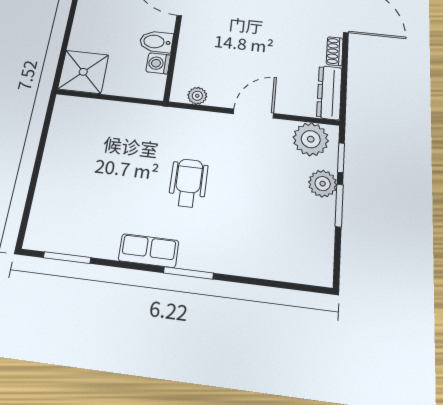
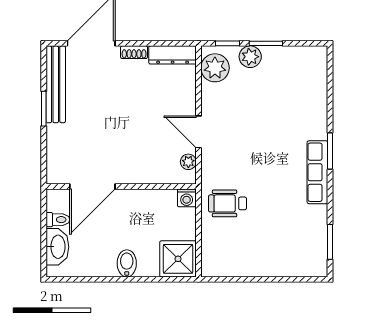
bidet: (156, 42) -> (127, 263), moved, turned 180
washing machine: (158, 63) -> (187, 198), moved
door: (253, 114) -> (198, 132), moved
wheelchair: (188, 183) -> (228, 203), moved
row of seats: (149, 251) -> (317, 172), width x1.48

